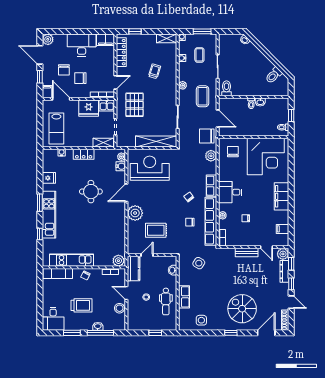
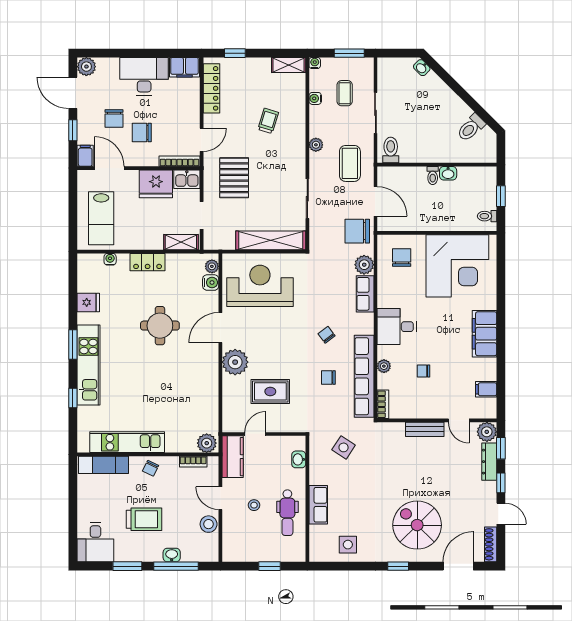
row of seats: (211, 186) -> (365, 294), moved

